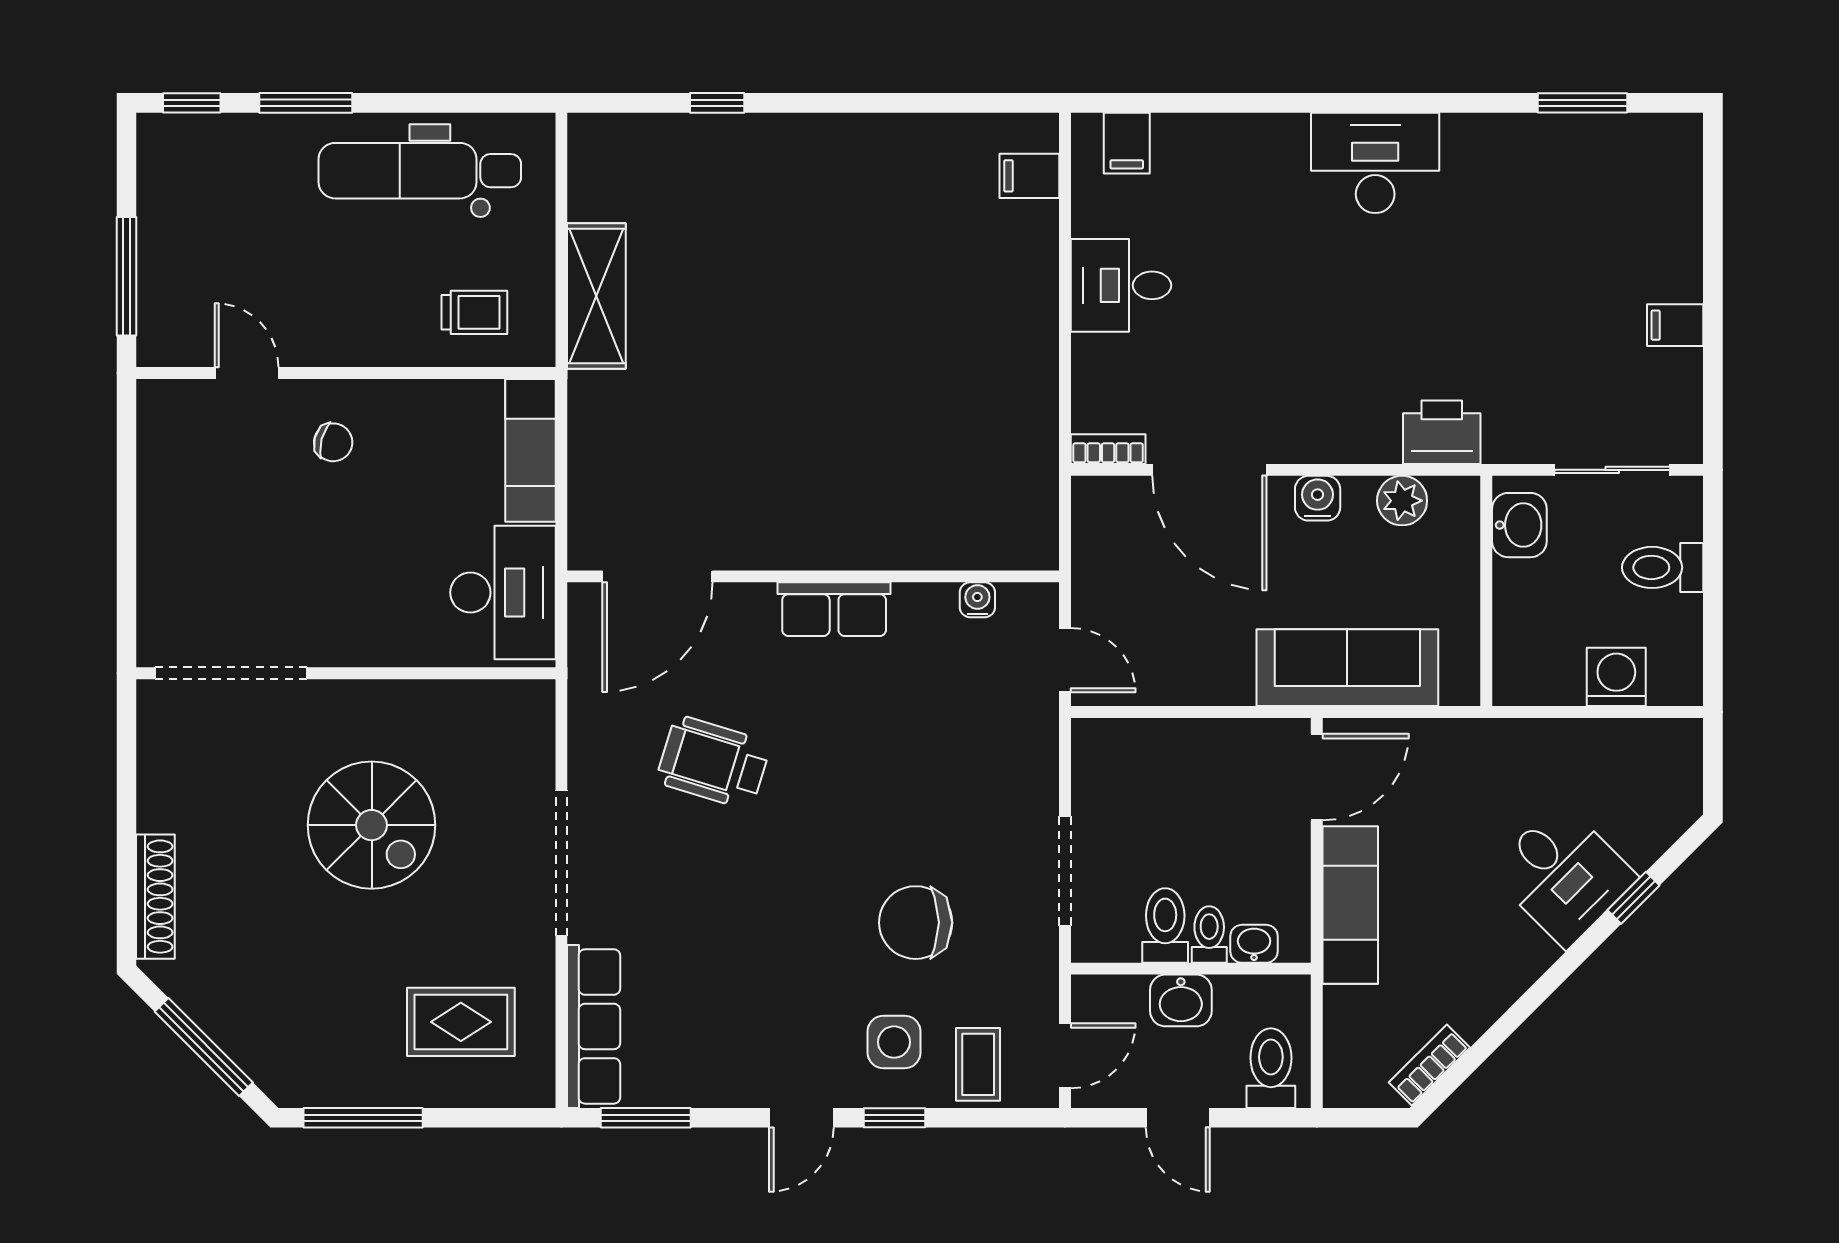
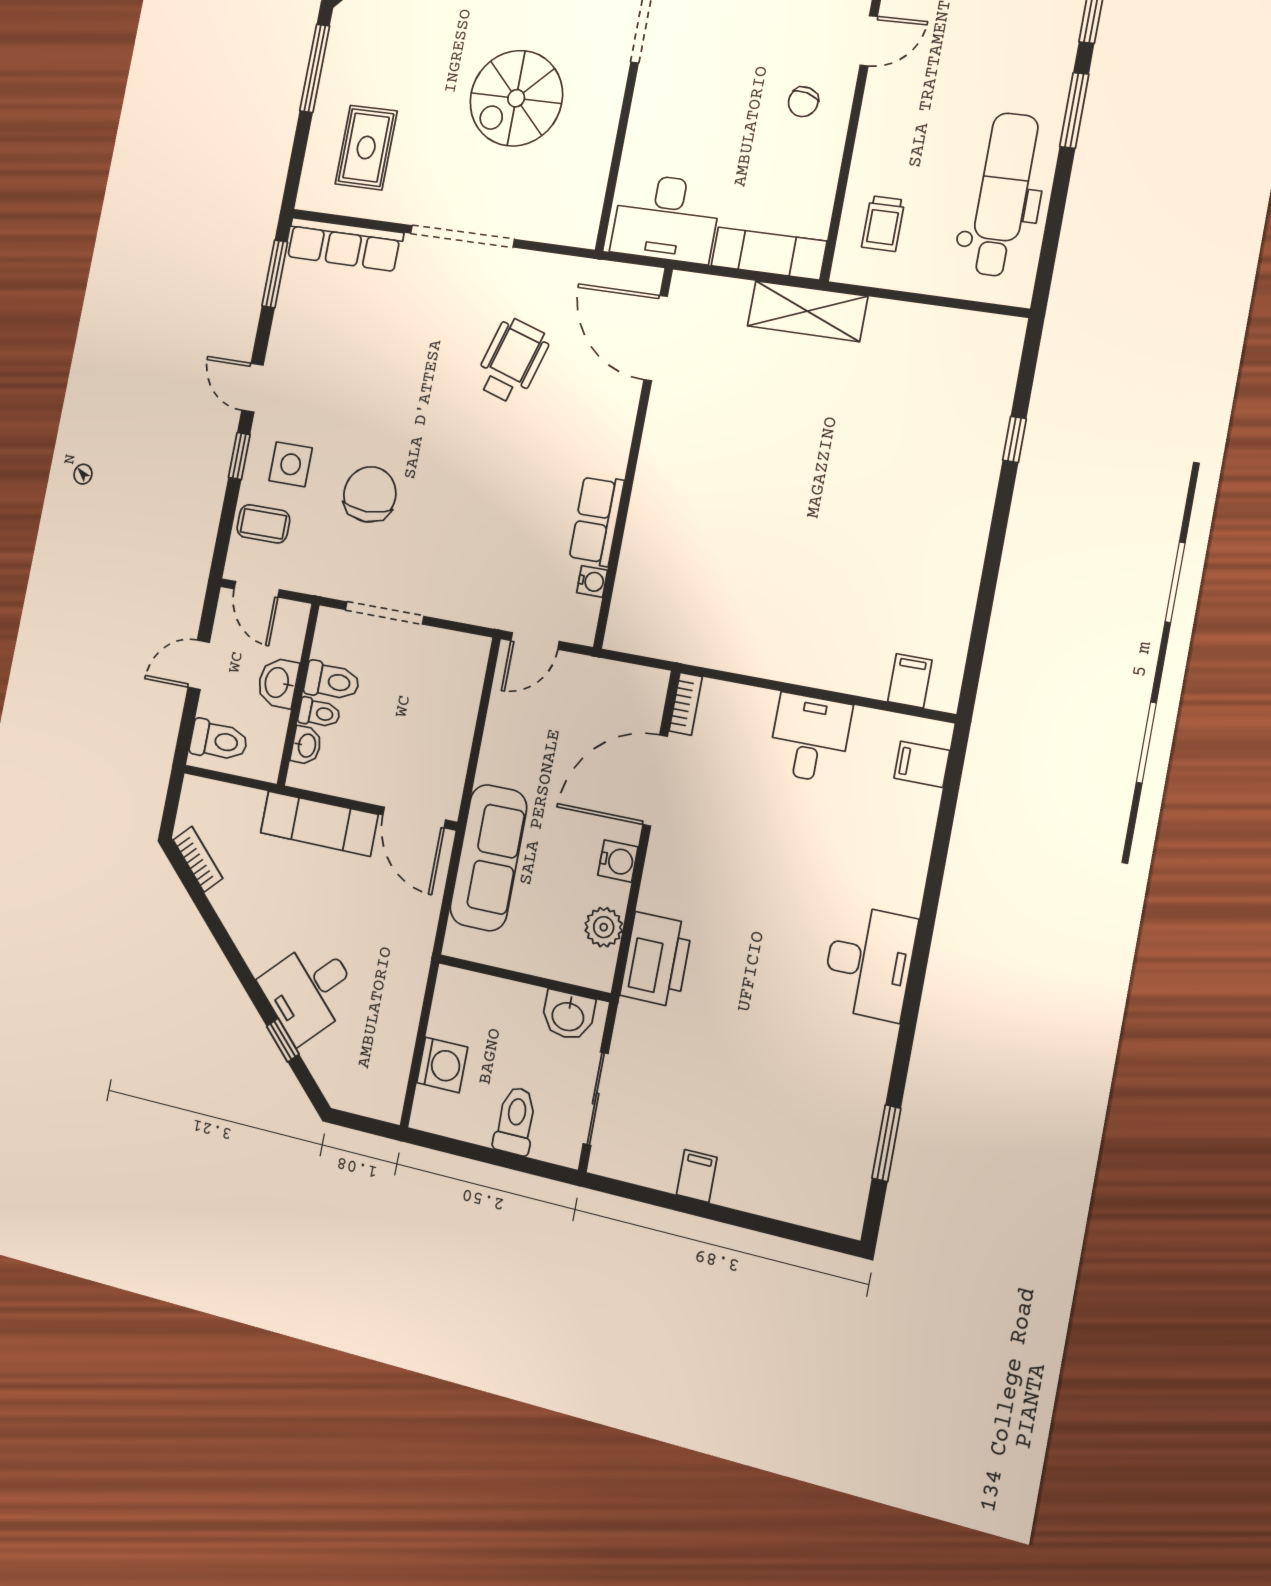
shelving: (596, 296) -> (807, 311), moved
printer: (1442, 432) -> (656, 960), width x1.37, depth x1.19
row of seats: (834, 609) -> (596, 520), moved

